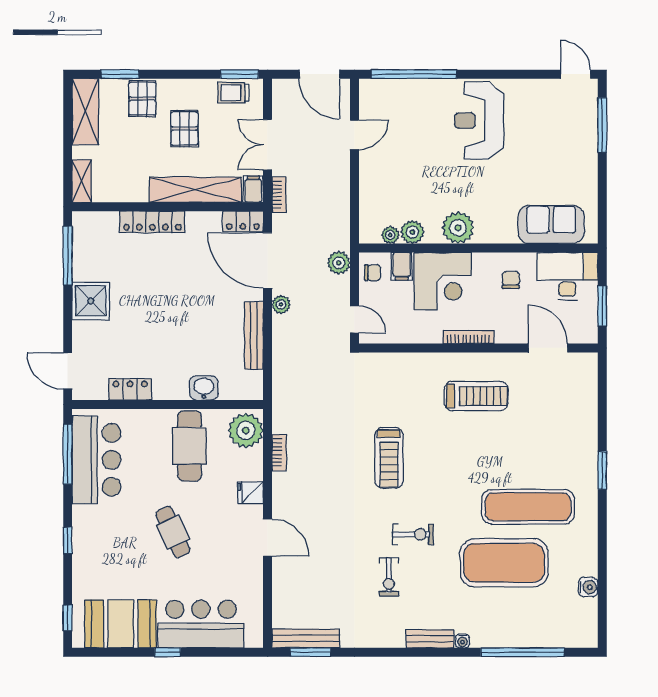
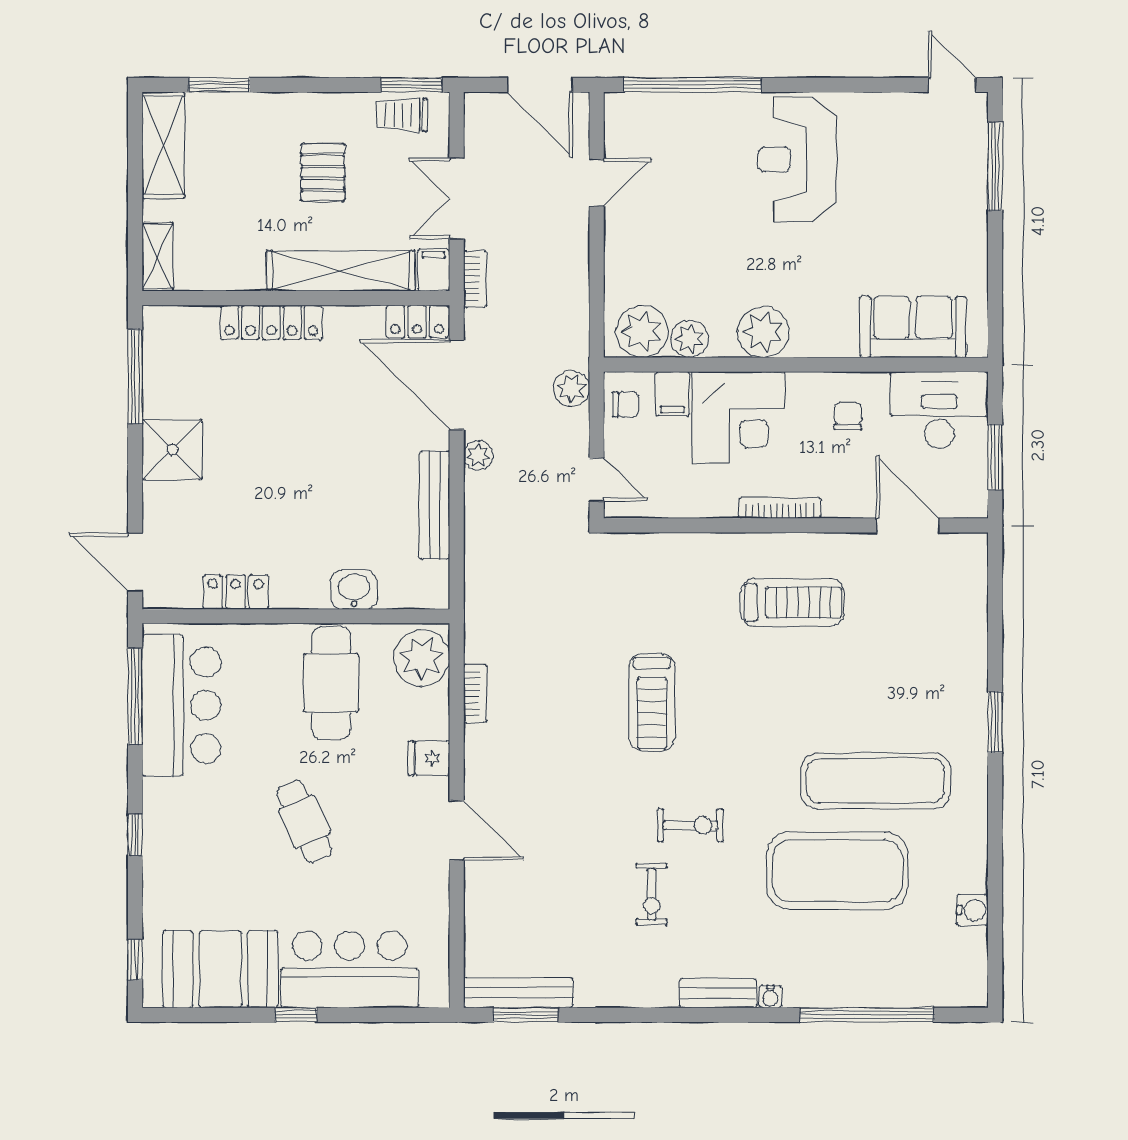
pallet: (142, 99) -> (255, 124), removed
plant: (390, 235) -> (642, 331), width x1.88, depth x1.88

